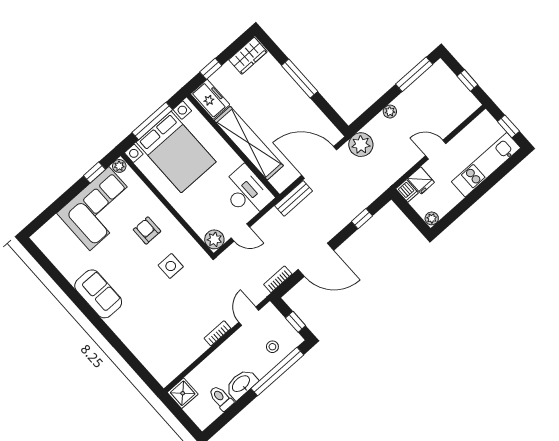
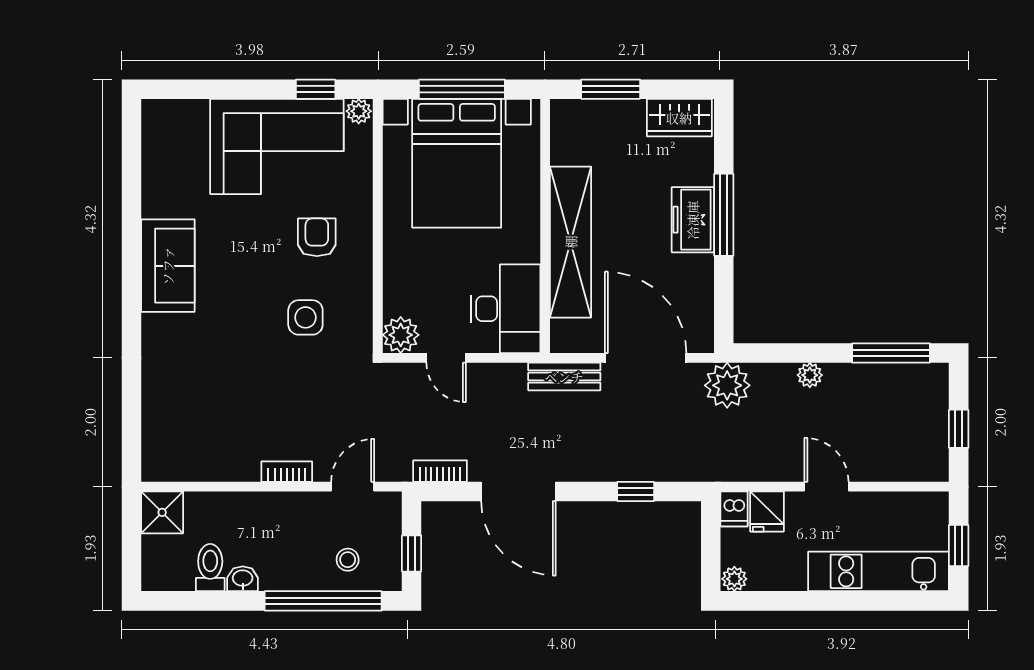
window: (211, 69) -> (611, 89), width x1.50
freezer: (210, 99) -> (693, 220), moved, turned 180
washbasin: (241, 384) -> (243, 579), width x0.52, depth x0.69

